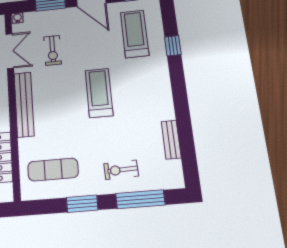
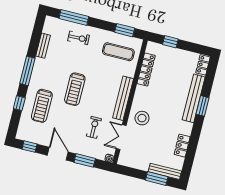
treadmill: (135, 34) -> (42, 106), moved
window: (180, 95) -> (27, 71), added
window: (82, 204) -> (125, 30), moved

